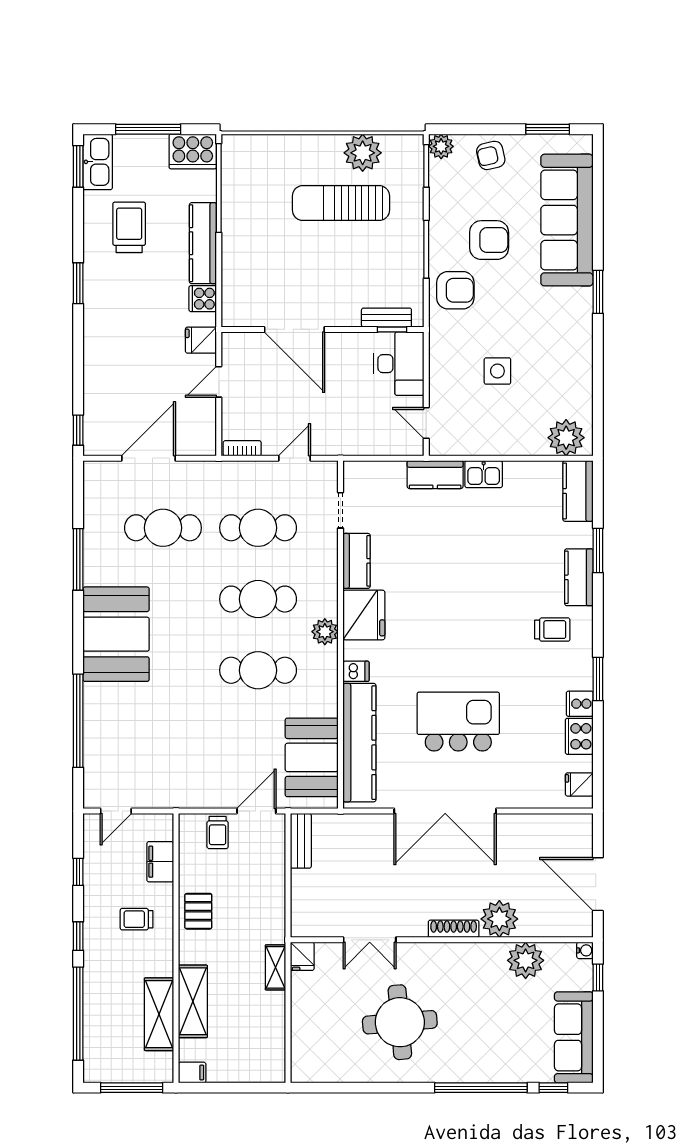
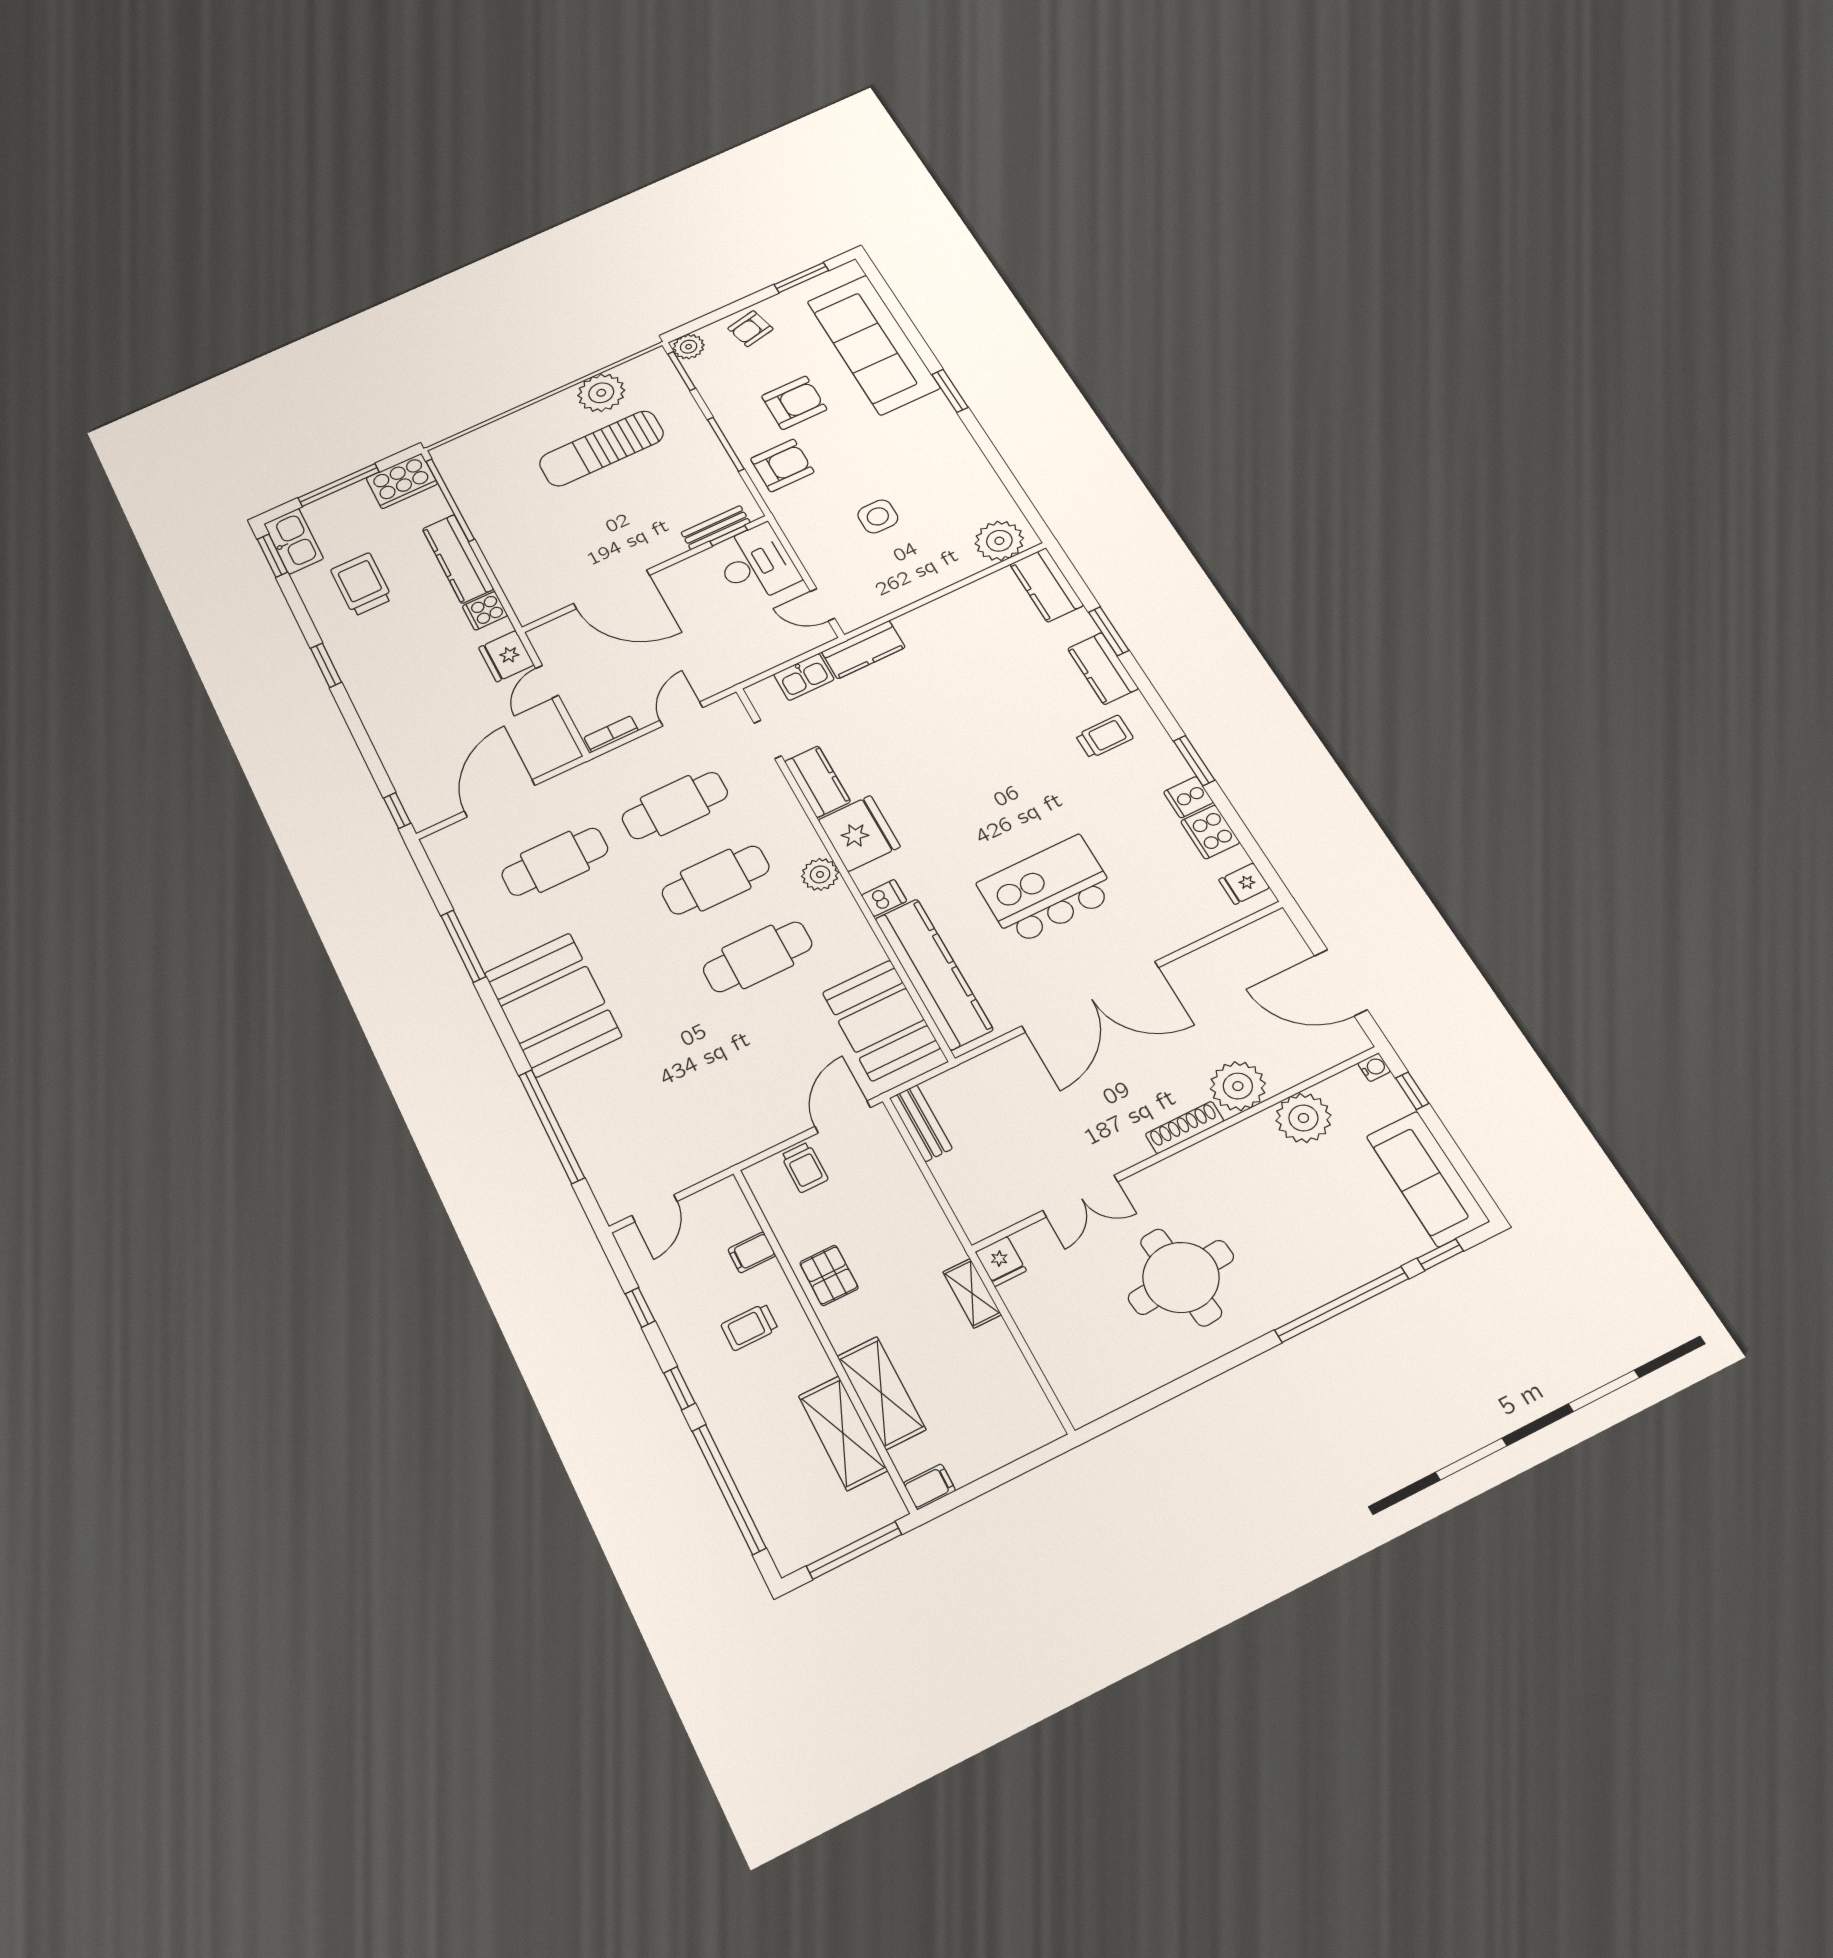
fridge: (201, 340) -> (506, 656), width x1.38
kitchen sink: (484, 474) -> (804, 677), moved
filing cabinet: (160, 862) -> (752, 1252), width x0.50

